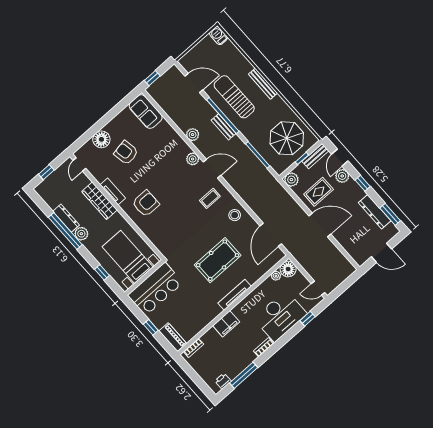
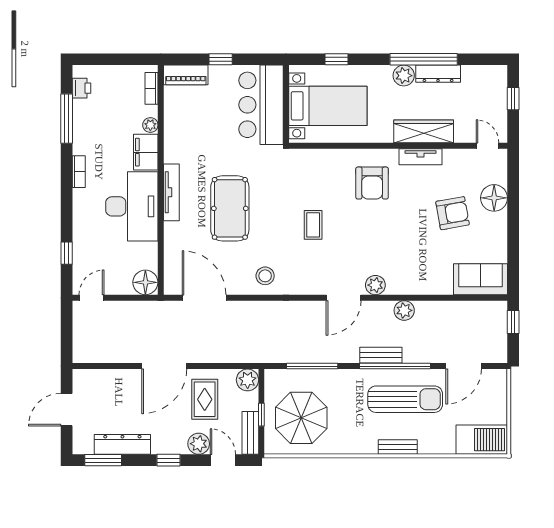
barbecue: (218, 36) -> (482, 440), width x1.88, depth x1.53
bench: (263, 84) -> (398, 447), width x0.73
coffee table: (210, 198) -> (313, 225), moved
plant: (276, 276) -> (150, 125), moved
desk: (280, 316) -> (132, 206), moved, turned 180

